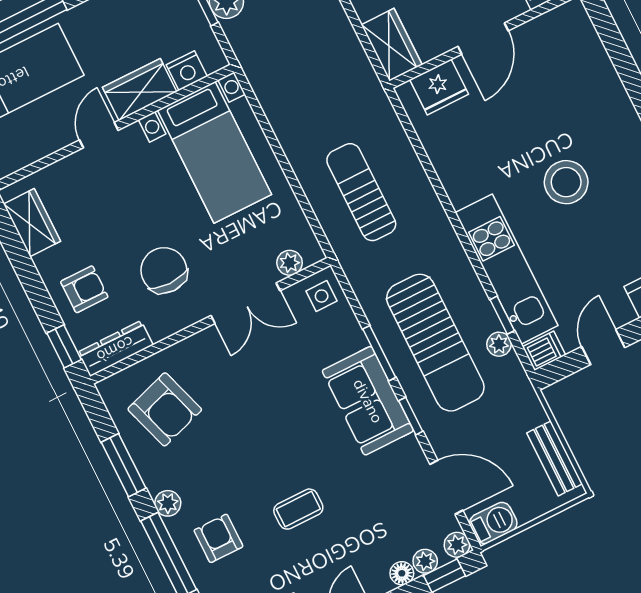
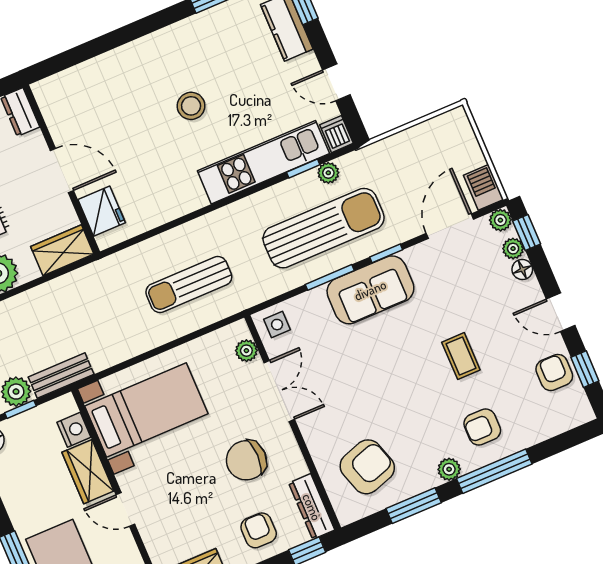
stool: (566, 182) -> (191, 106), width x0.73, depth x0.73
bench: (555, 458) -> (61, 376), moved

